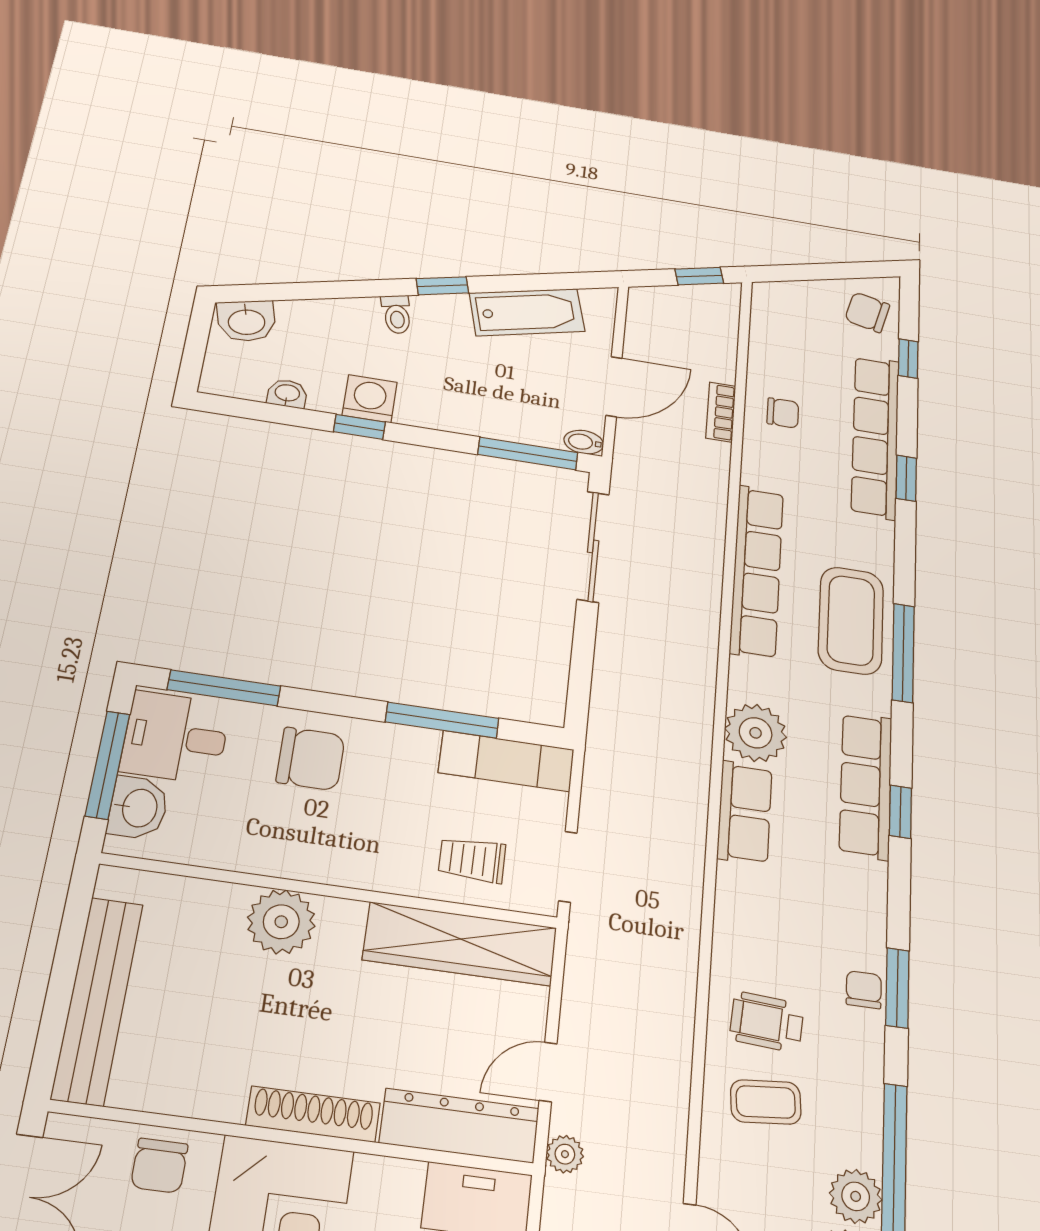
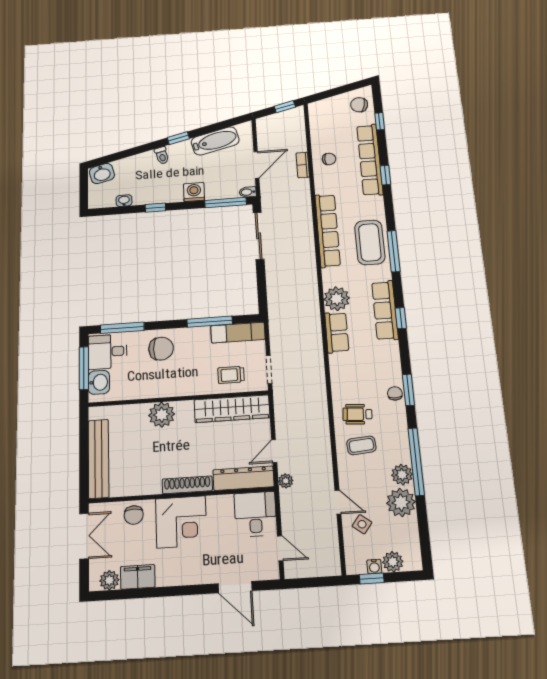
washing machine: (370, 399) -> (194, 192), moved

